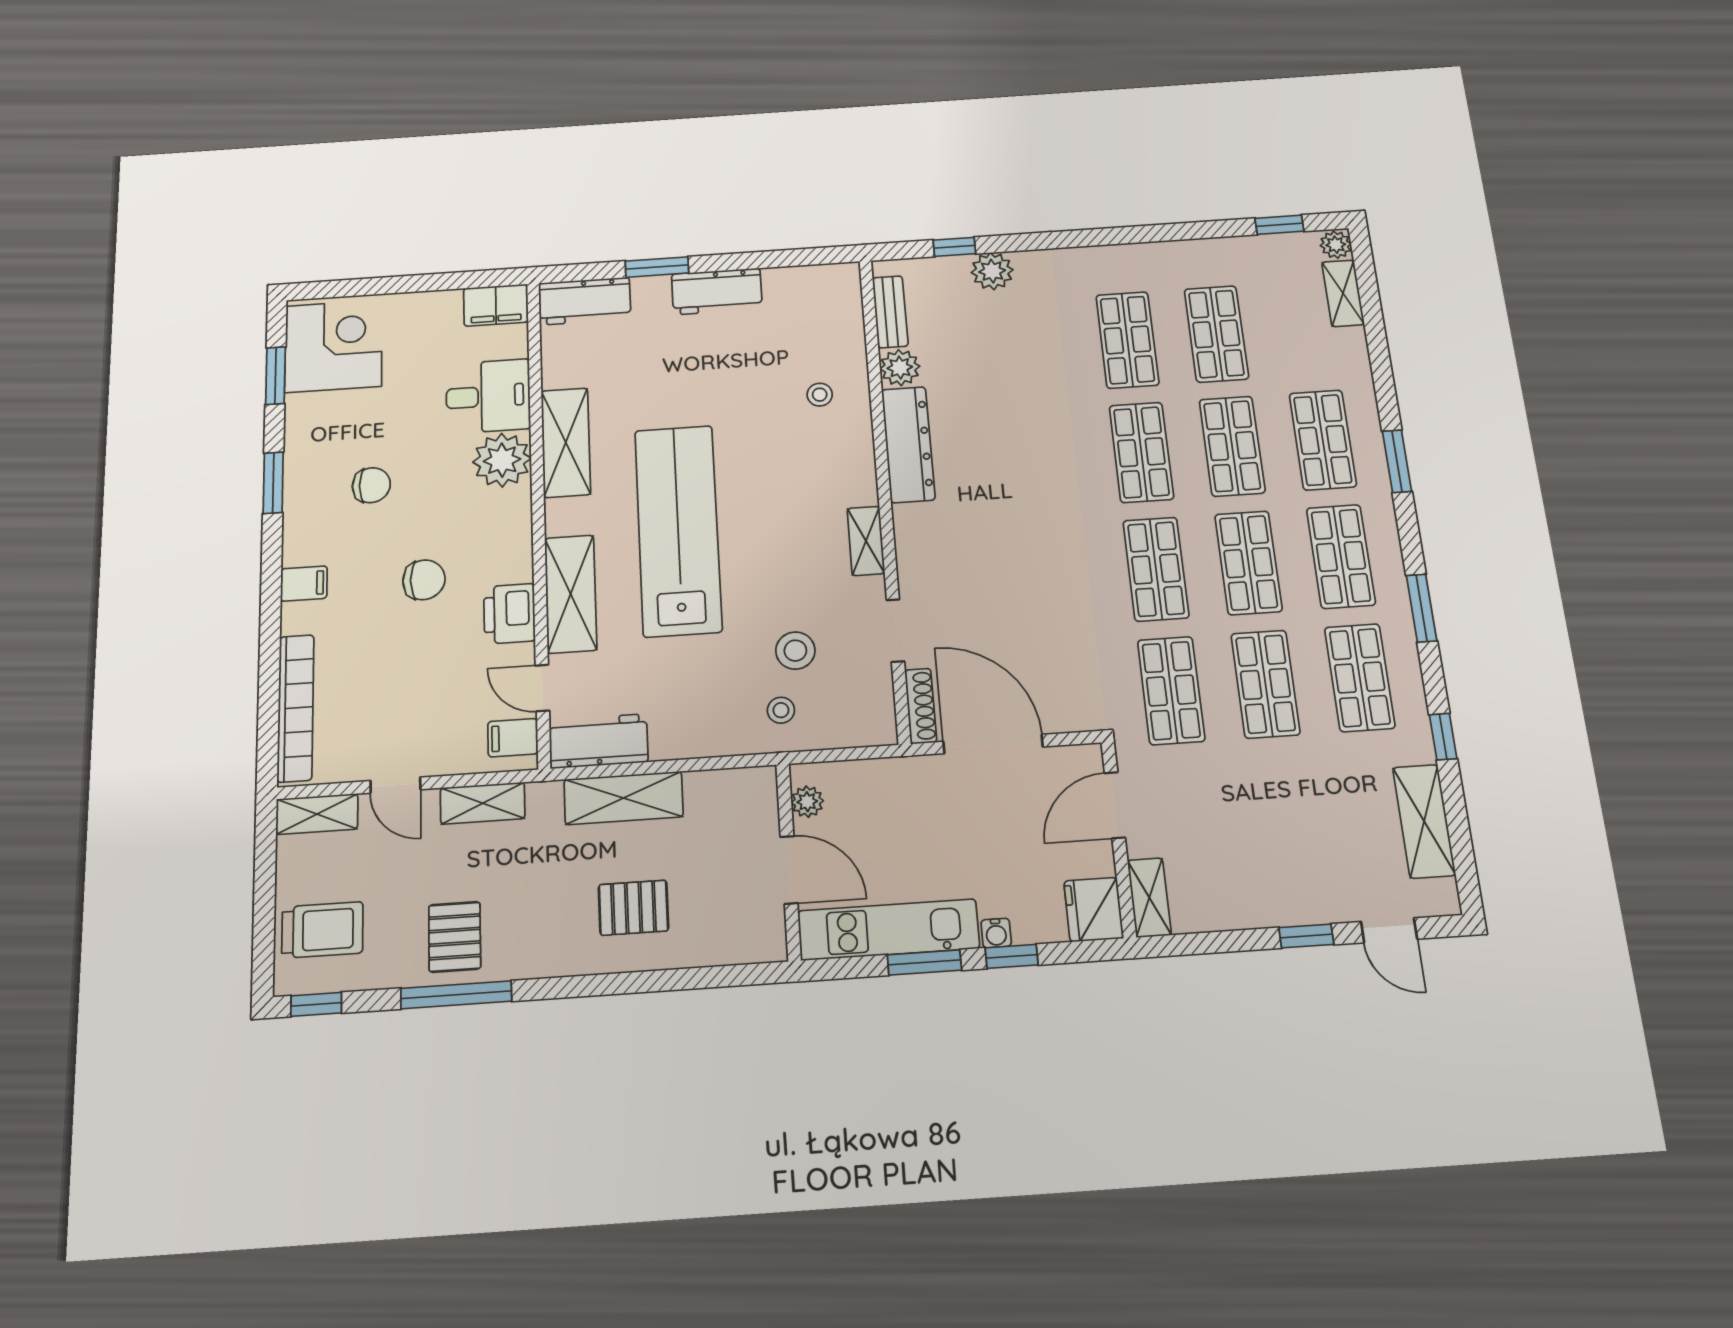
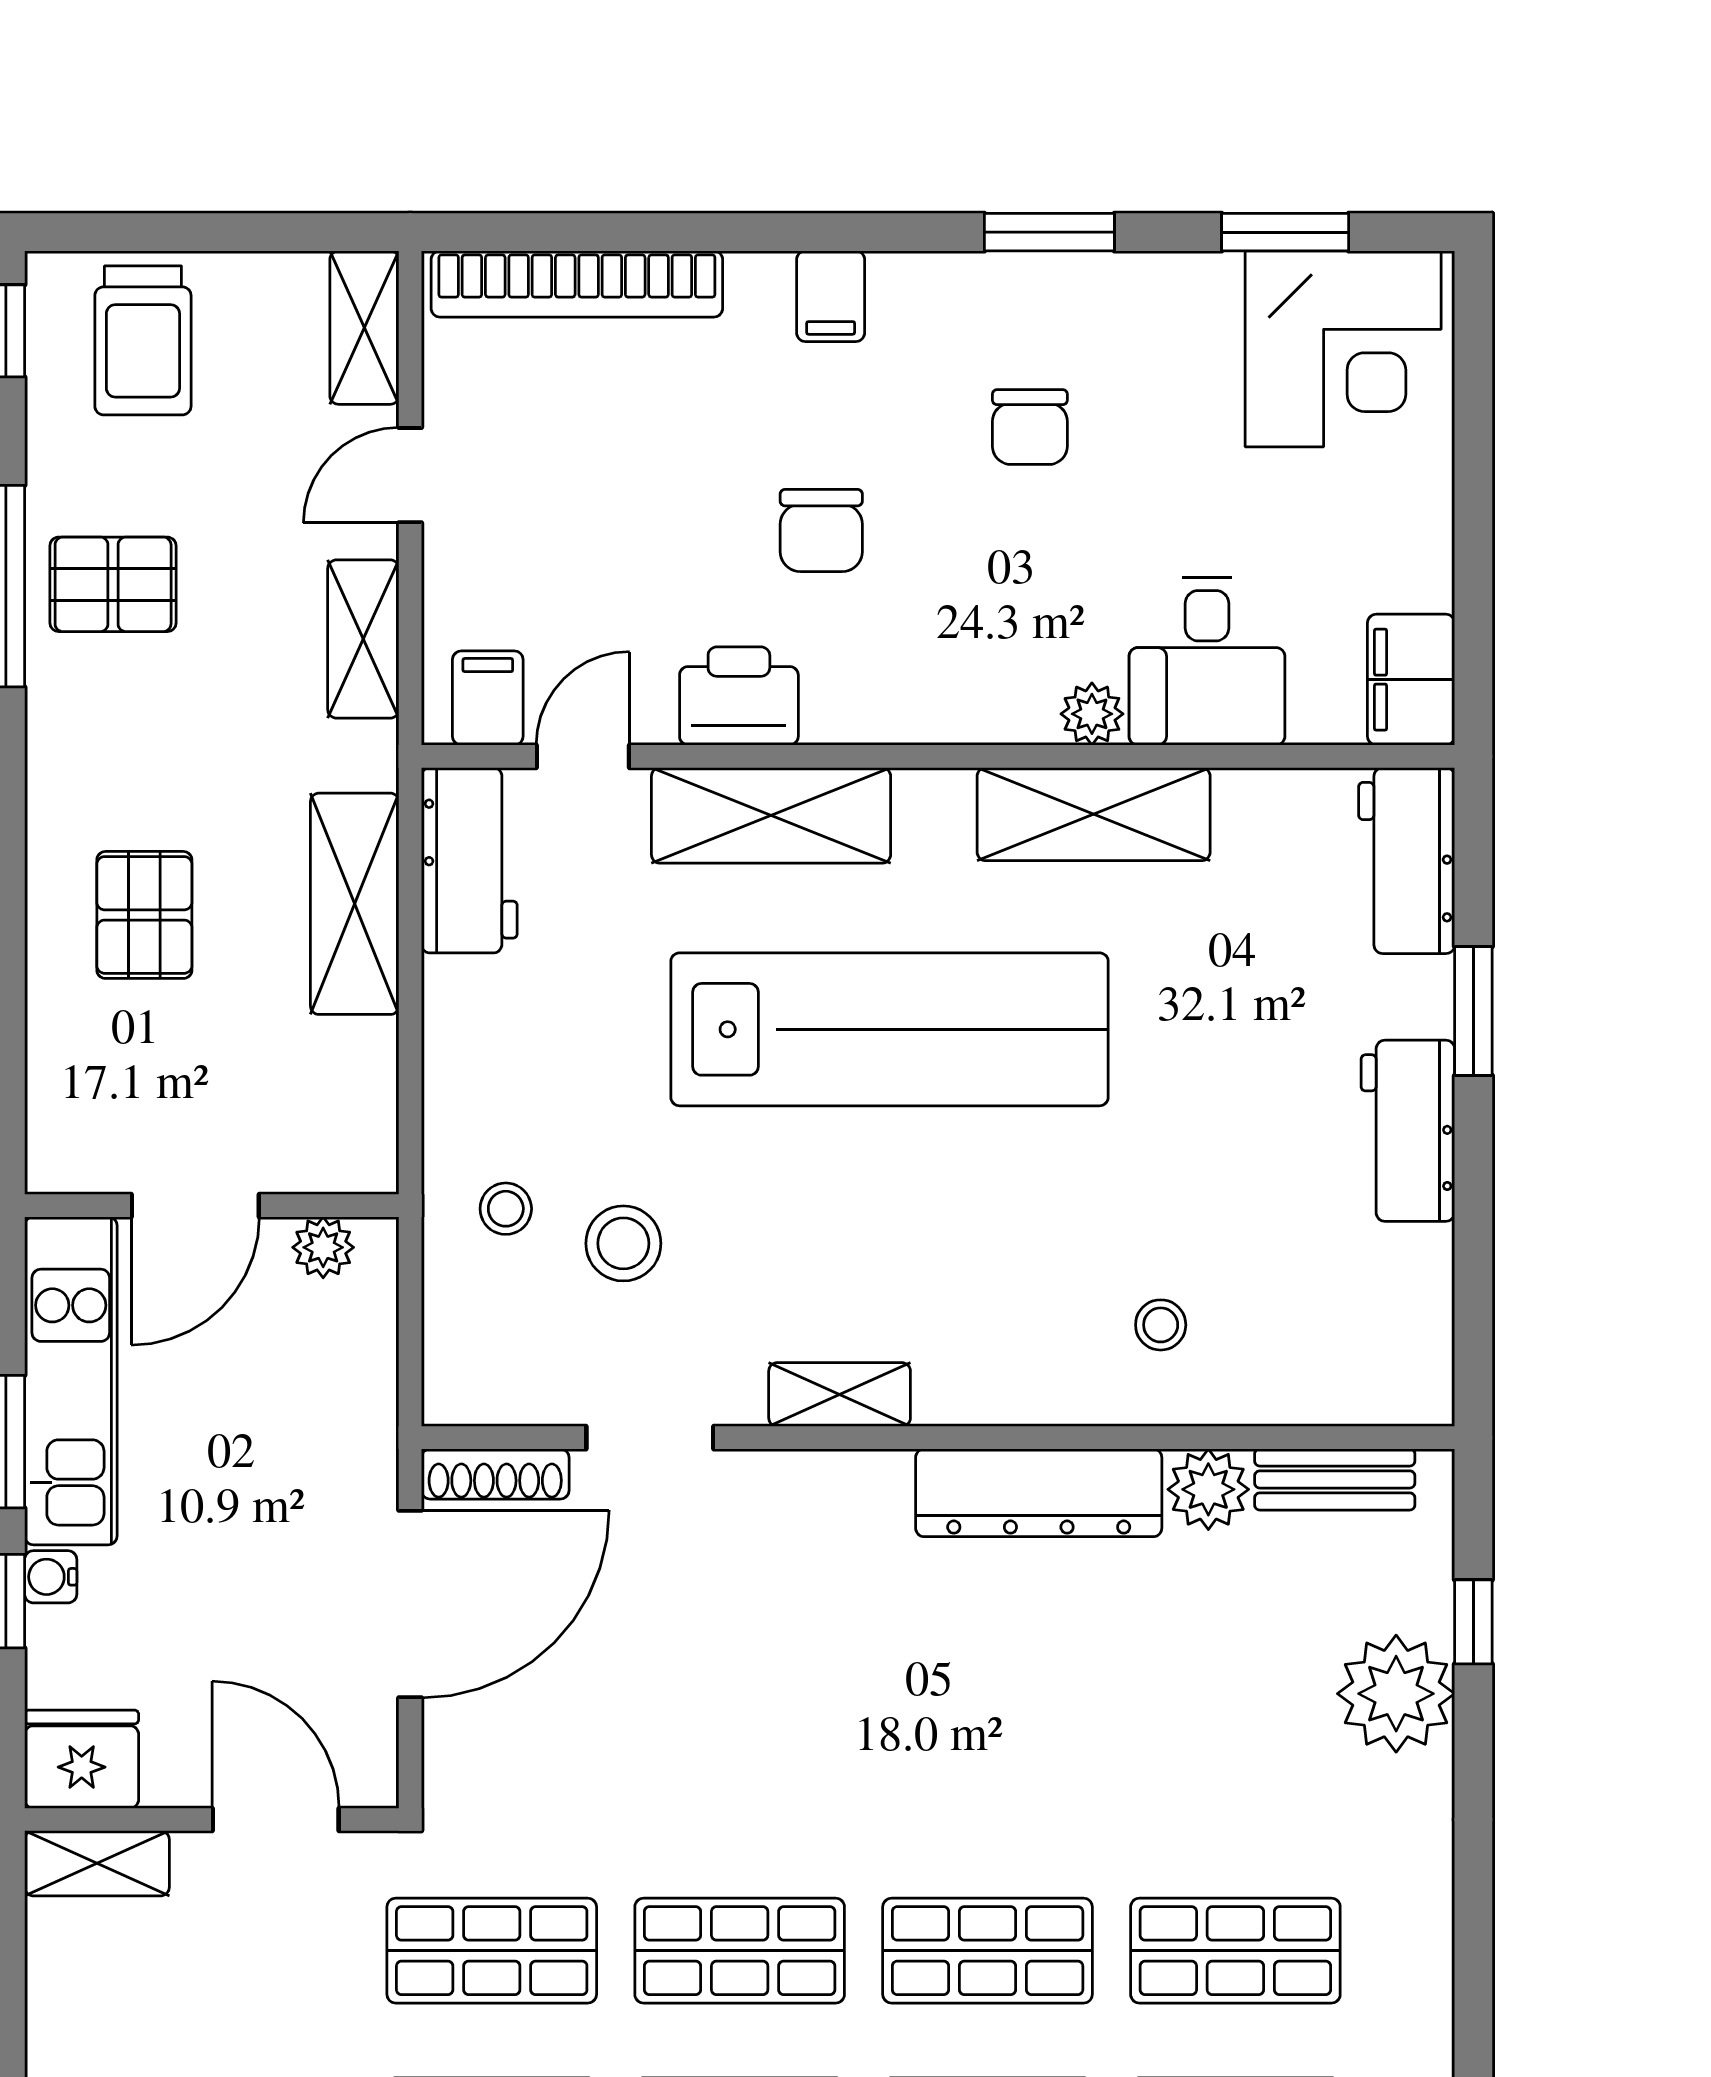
plant: (992, 271) -> (1396, 1694), width x1.36, depth x1.36
plant: (502, 460) -> (1092, 714), width x0.53, depth x0.53

